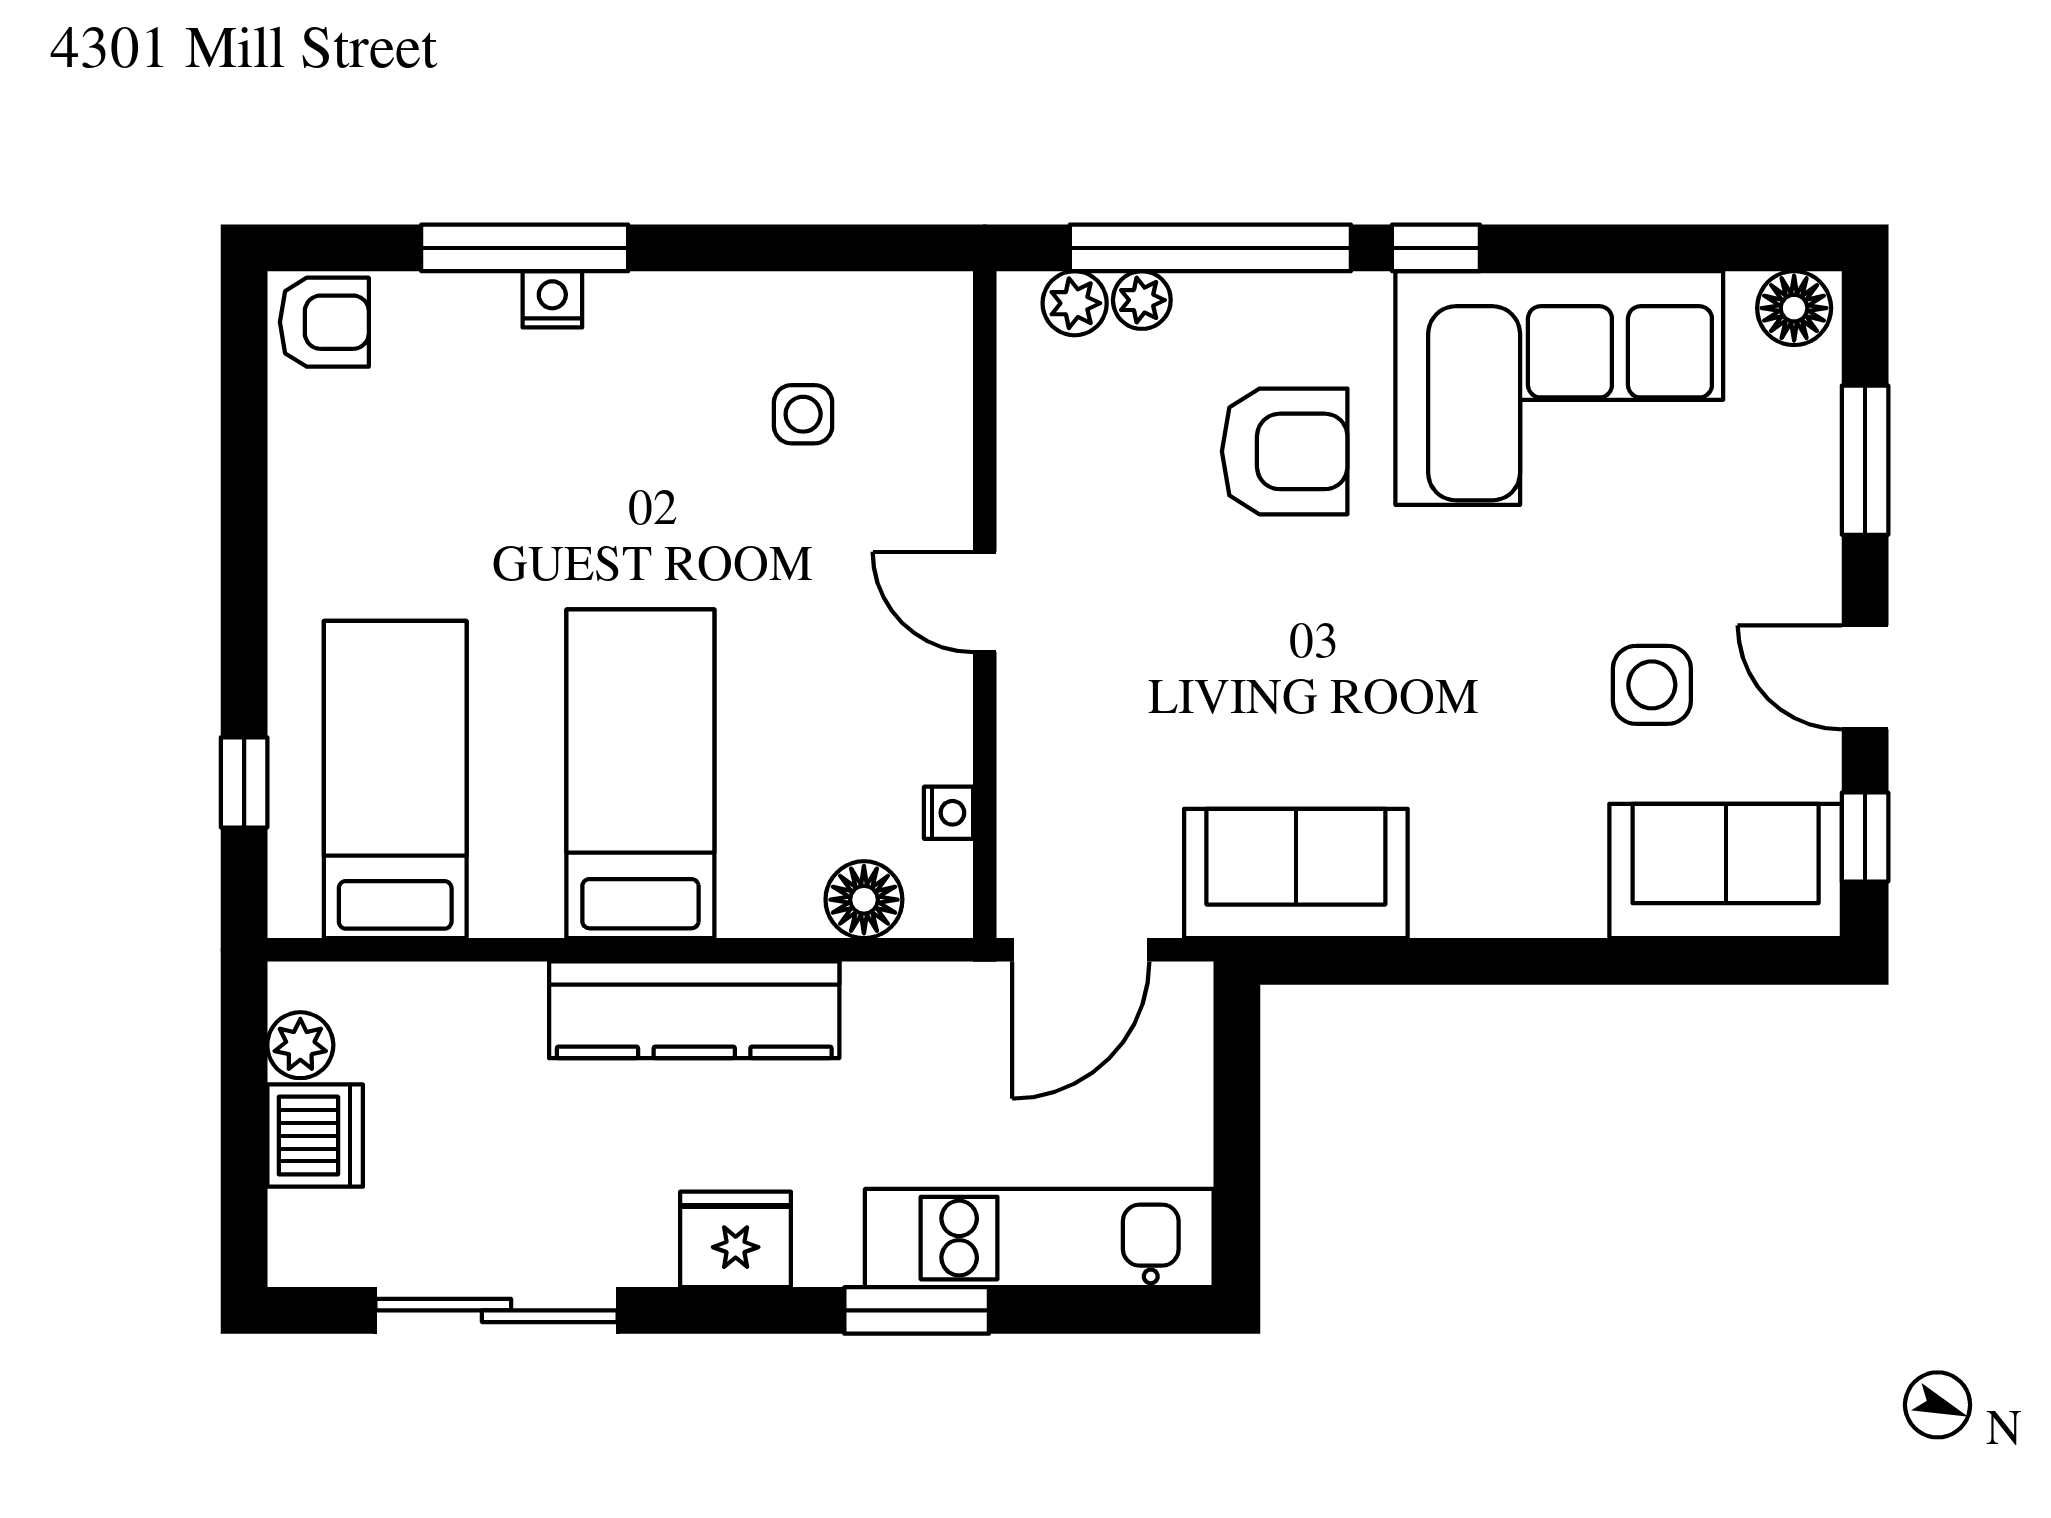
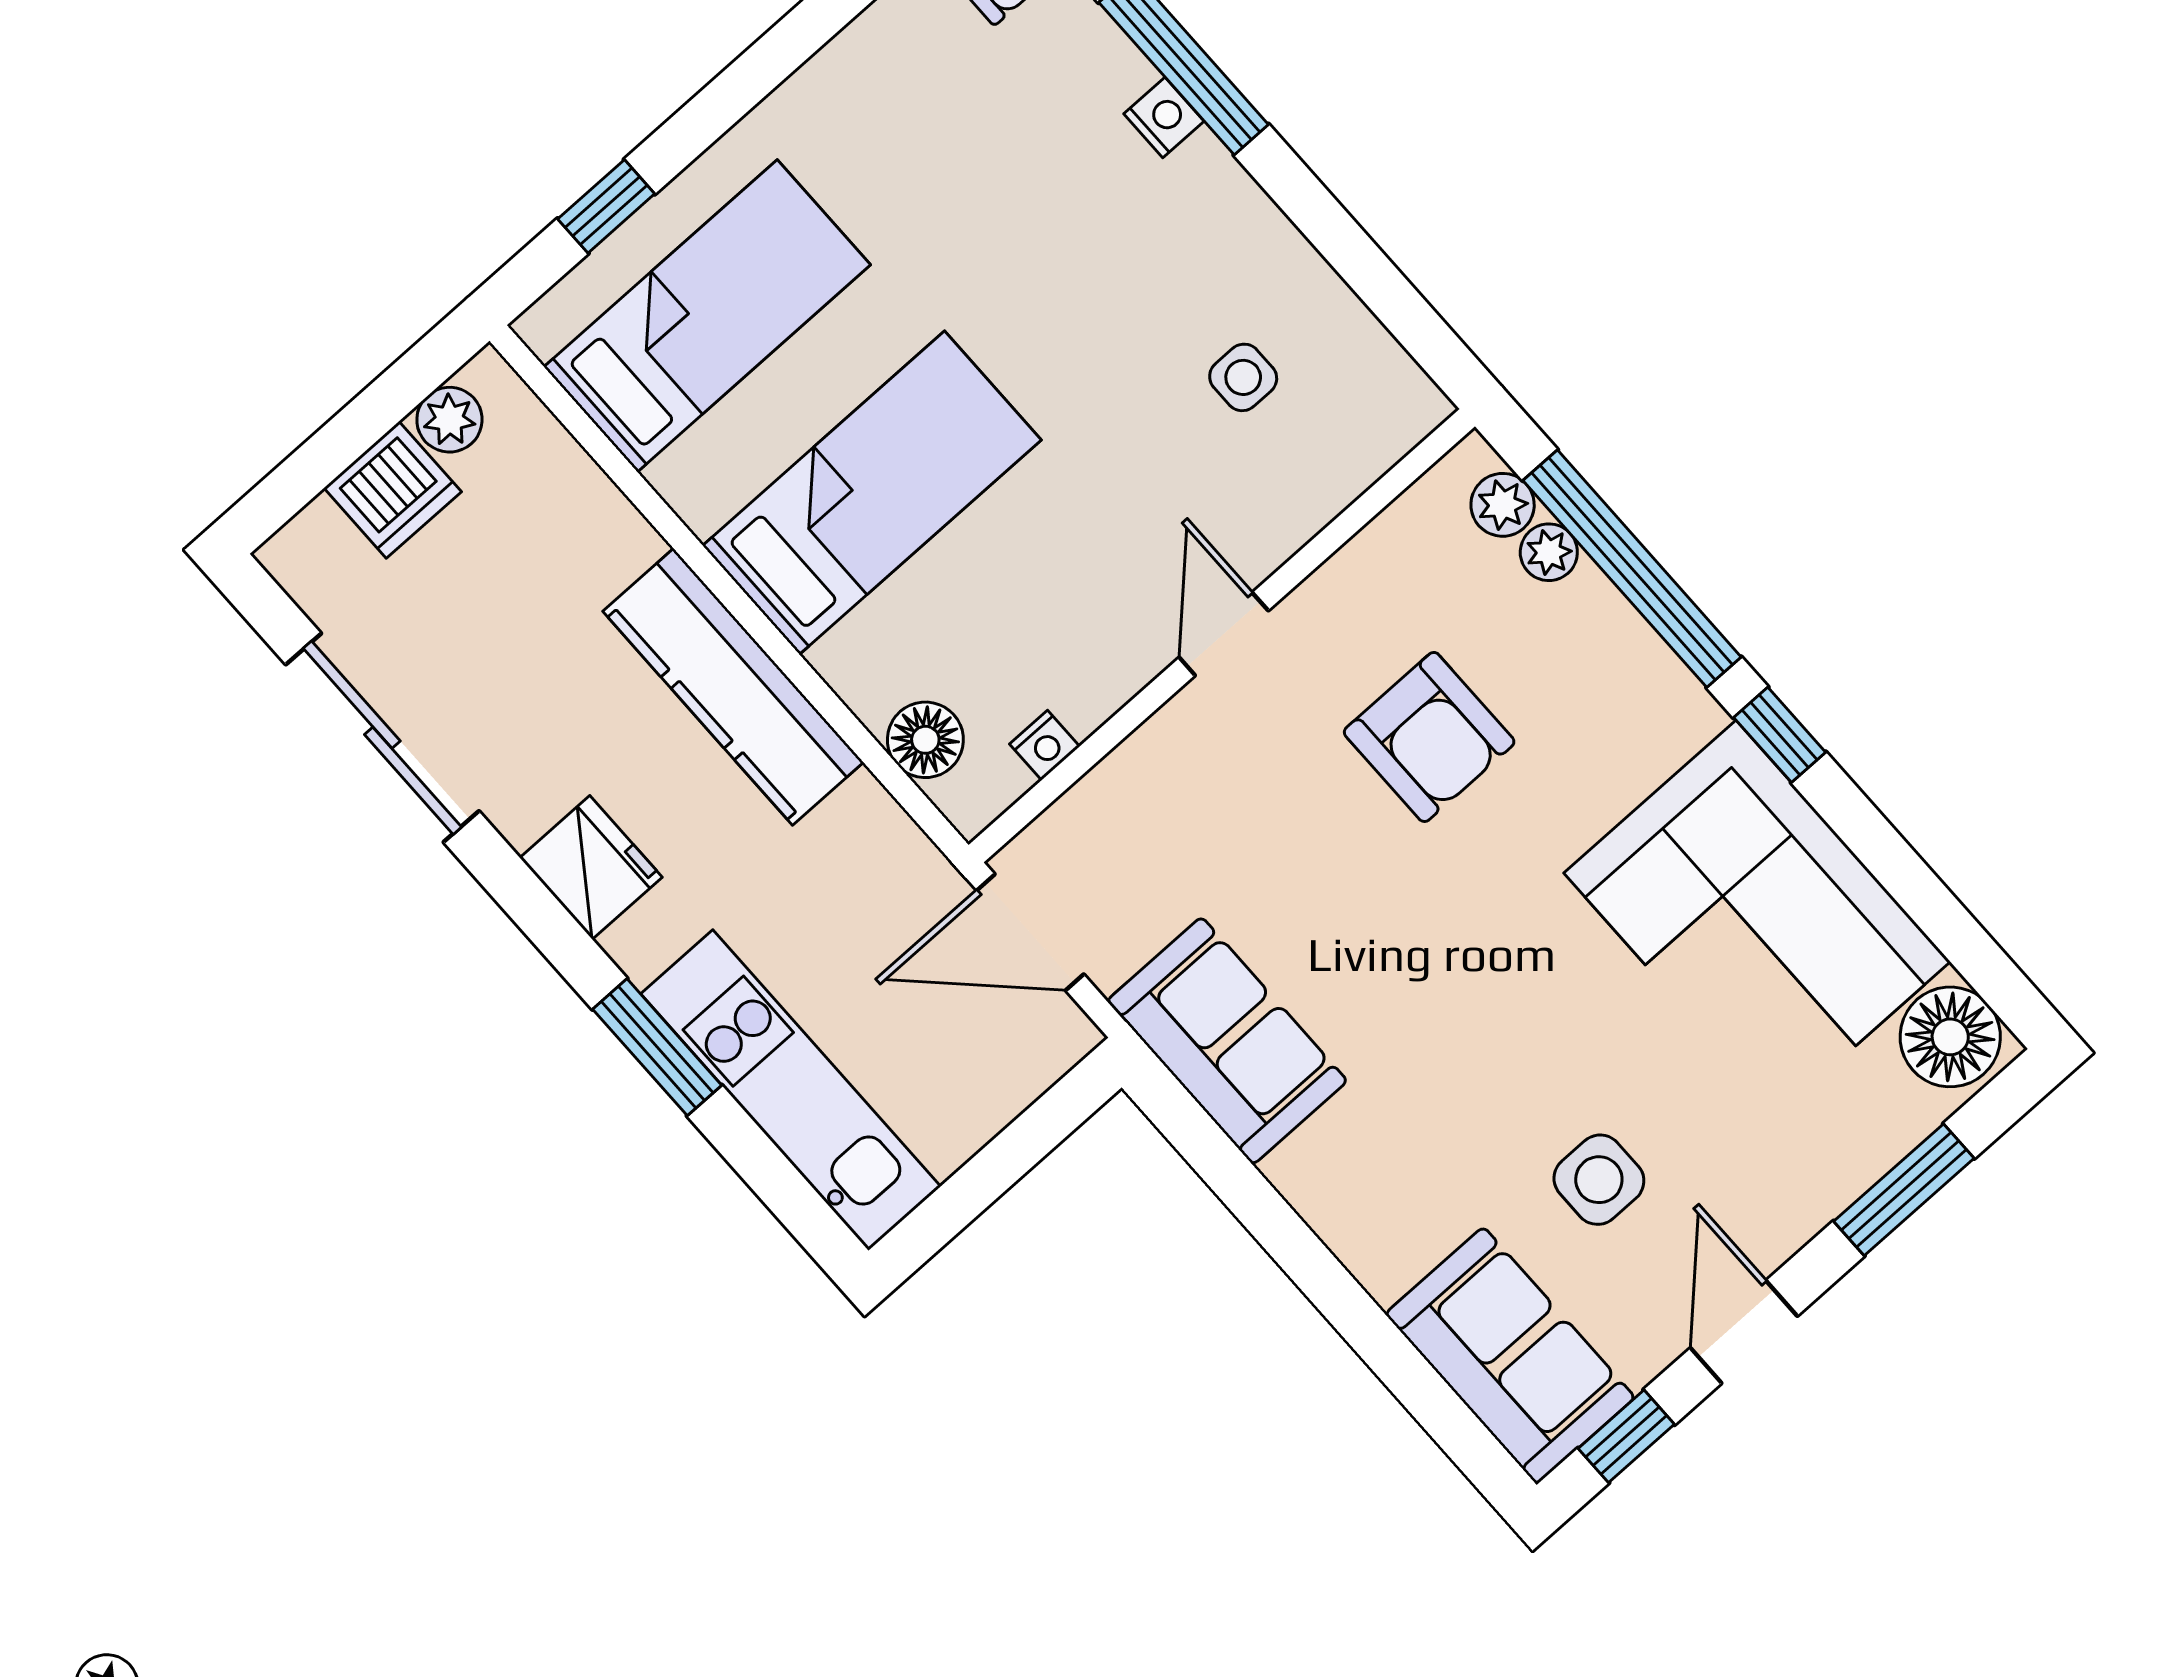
floor lamp: (1794, 308) -> (1950, 1037), width x1.38, depth x1.38
armchair: (1285, 451) -> (1429, 737), moved

